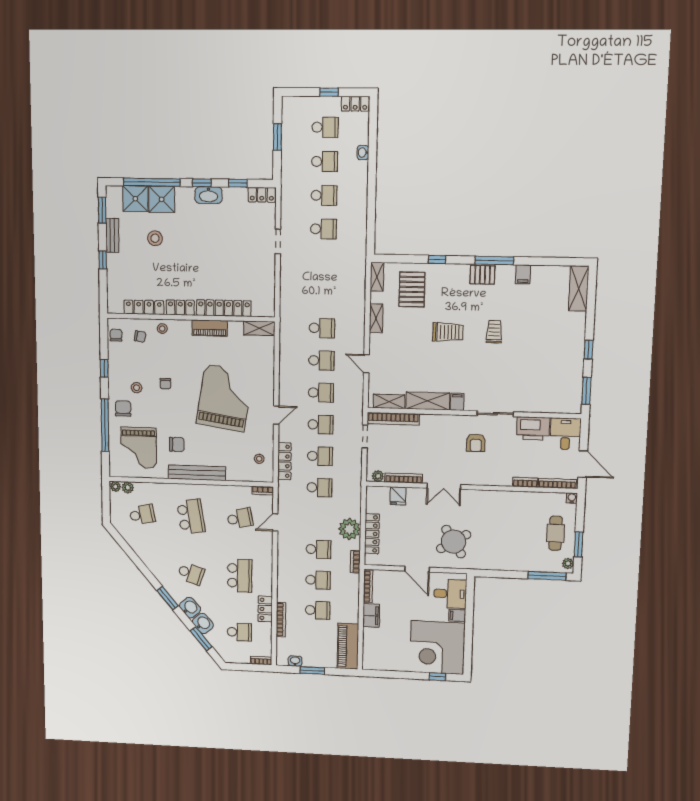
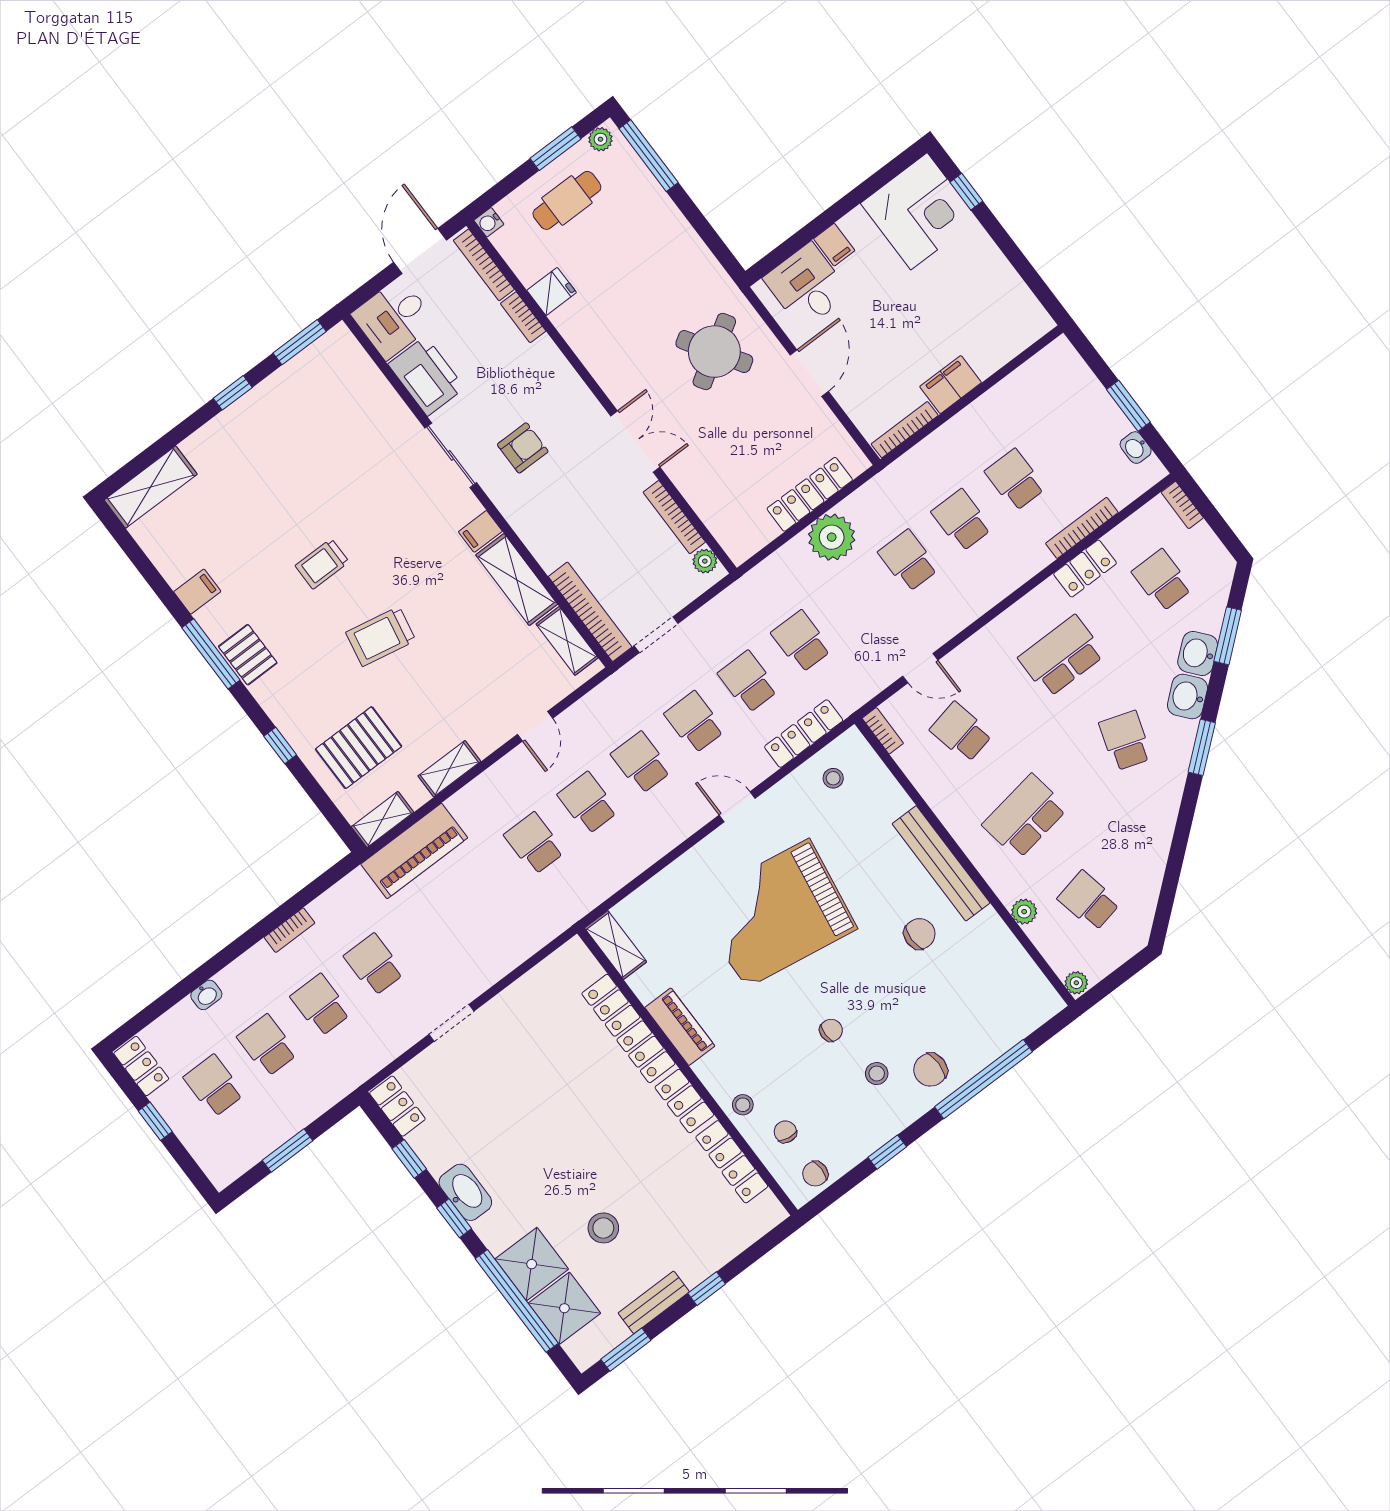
trolley: (448, 332) -> (381, 636), turned -79
chair: (177, 444) -> (920, 934), turned 90
grand piano: (139, 448) -> (977, 994), removed
plant: (128, 488) -> (1024, 912), moved
fridge: (398, 496) -> (552, 291), moved
bookcase: (355, 562) -> (289, 930), moved
piano: (348, 646) -> (414, 851), moved
corner desk: (437, 648) -> (919, 211), width x0.74, depth x0.74

